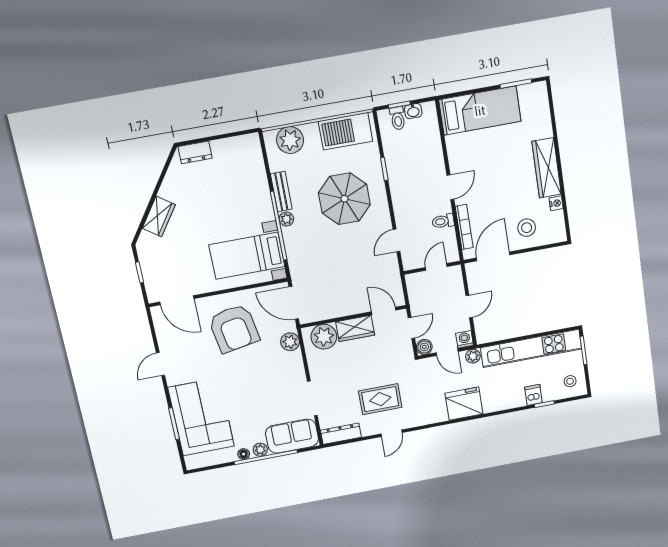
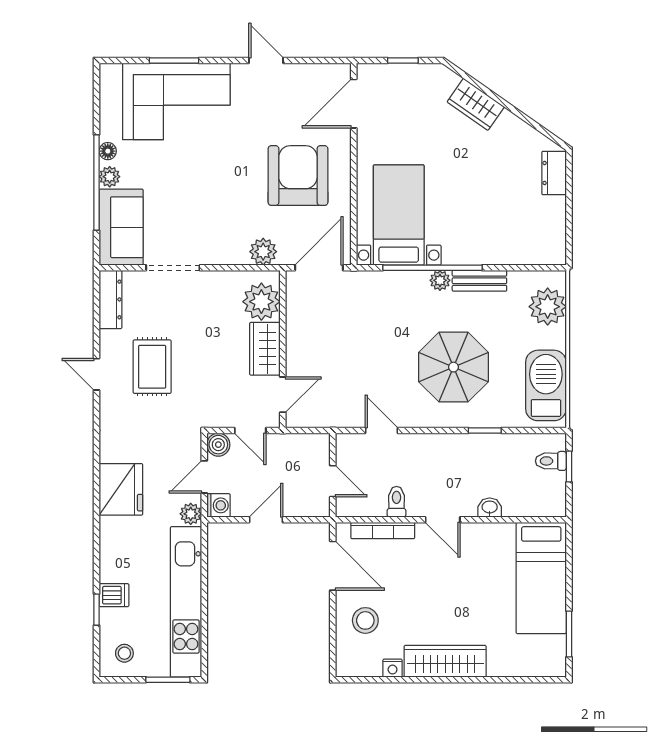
washbasin: (413, 111) -> (490, 508), moved, turned 90
door: (469, 306) -> (266, 520), swing flipped
armchair: (234, 328) -> (298, 176), turned 100

